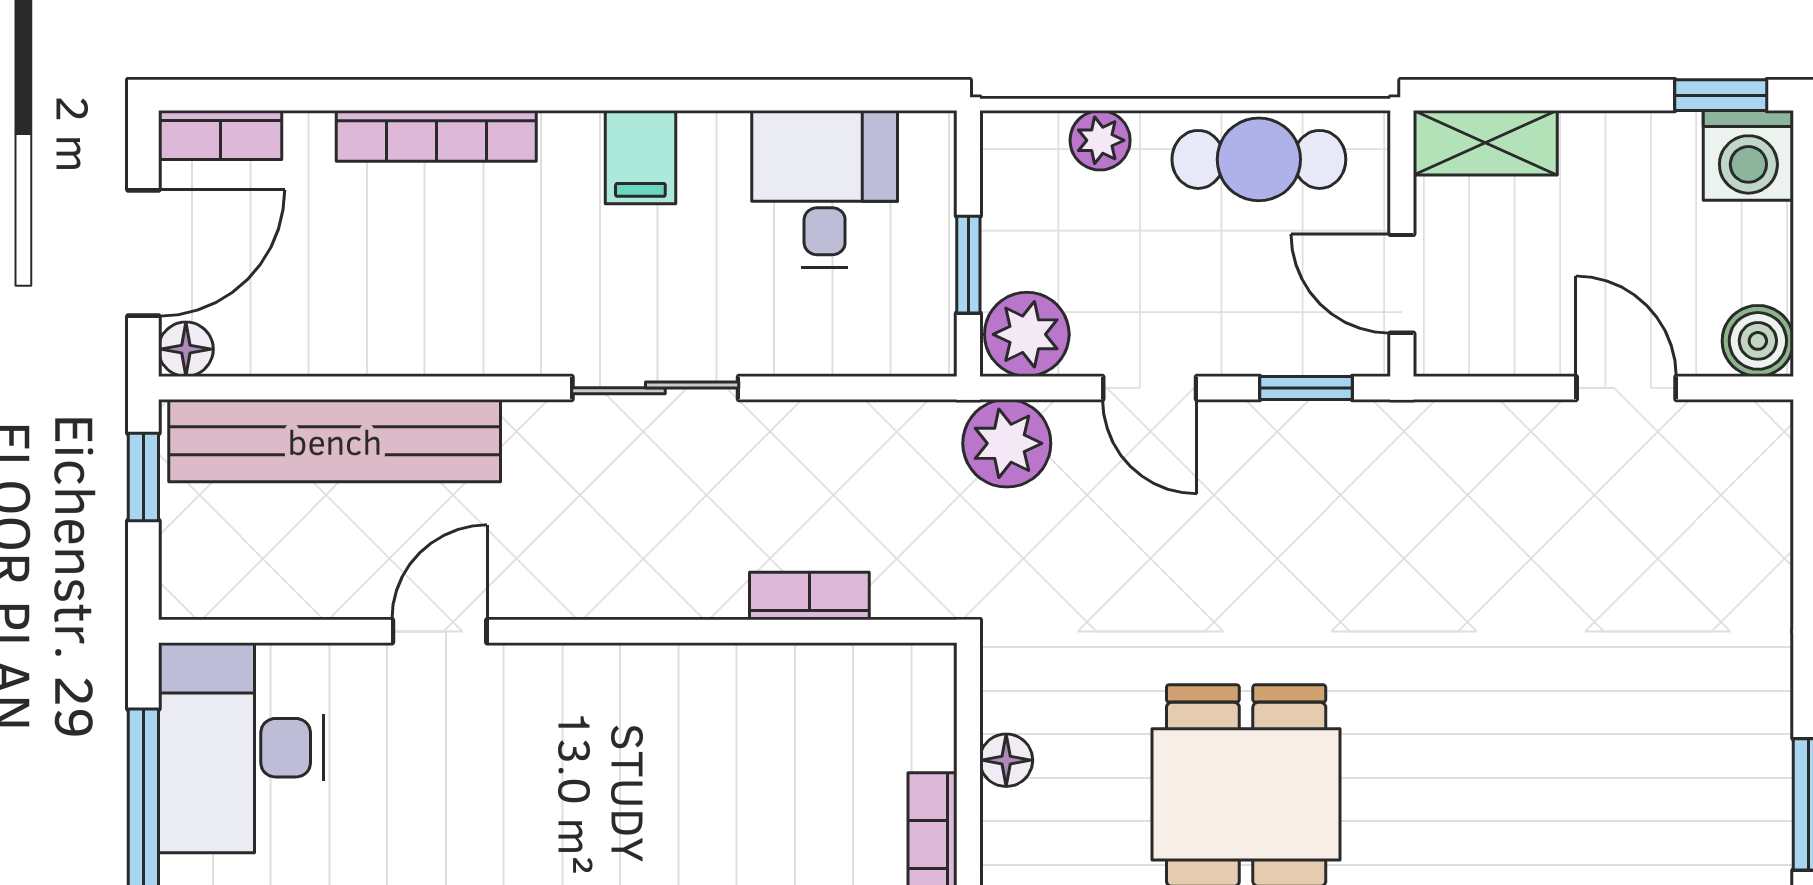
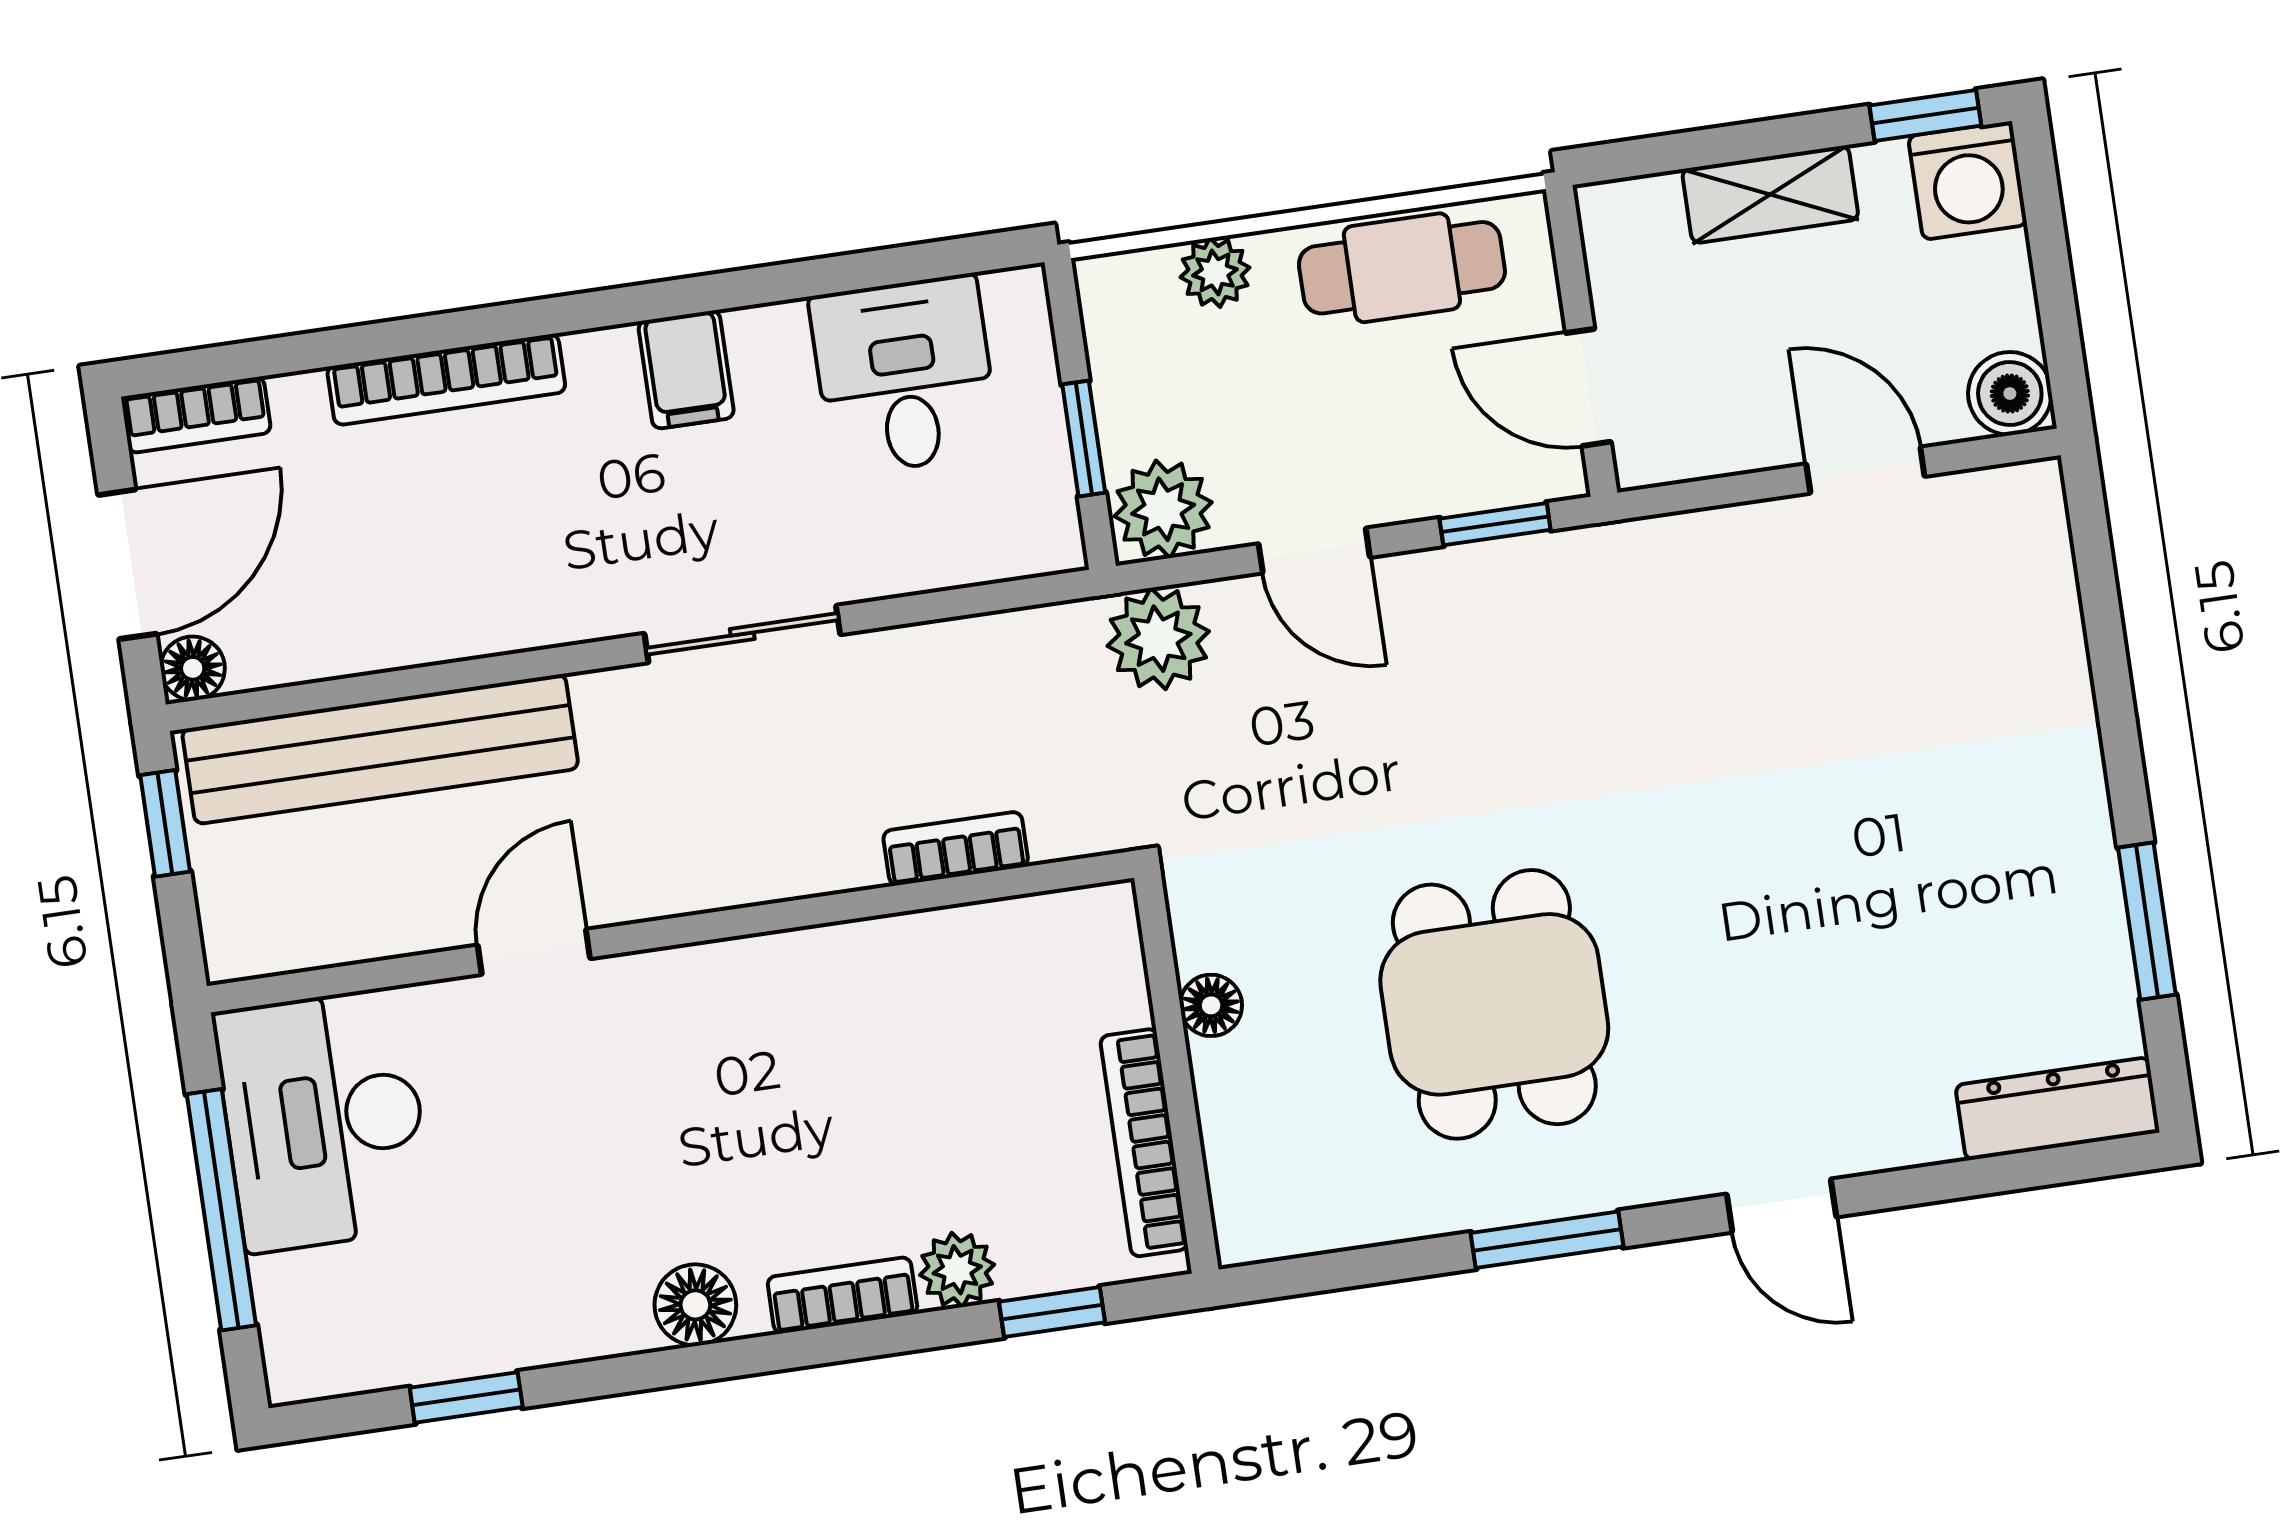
shelving: (1485, 143) -> (1770, 194), moved

